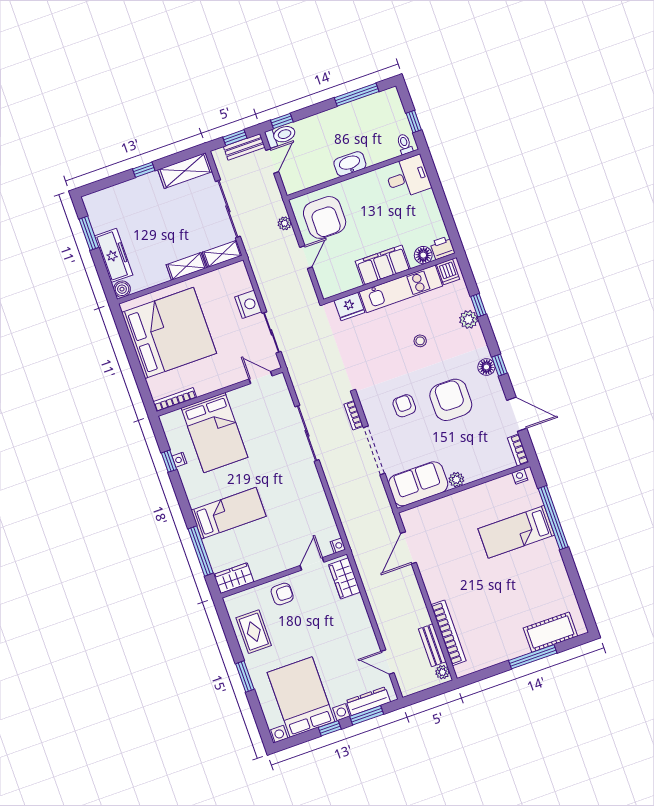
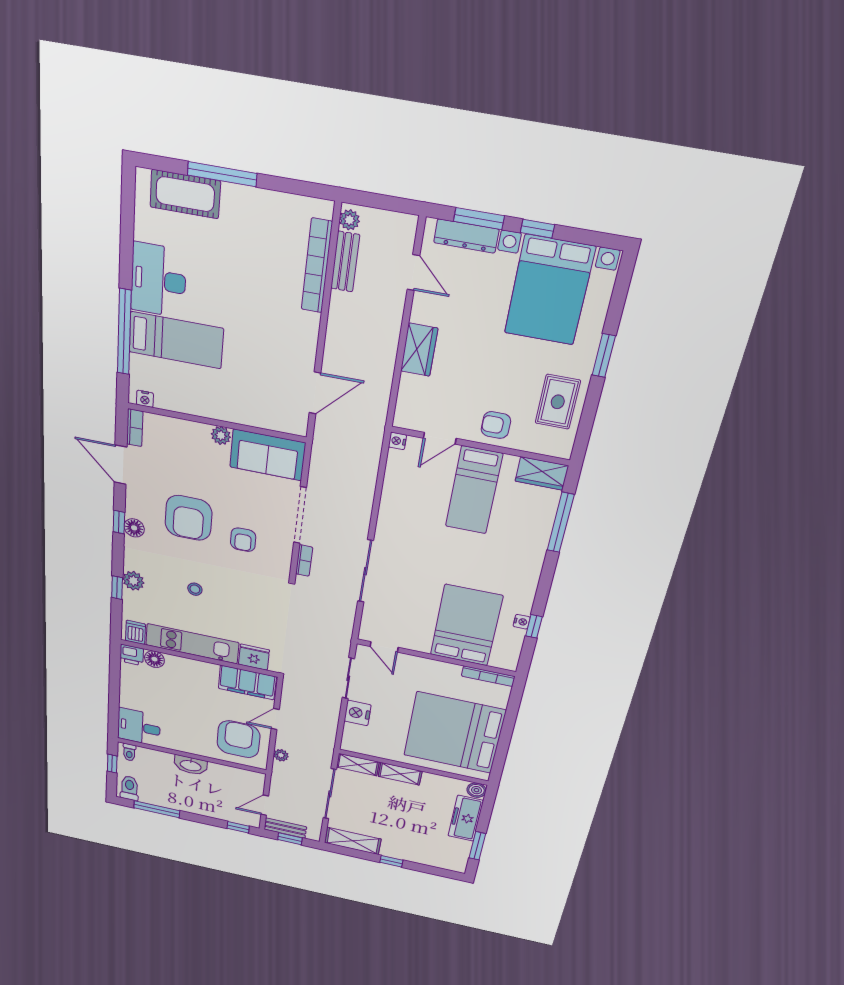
toilet: (281, 135) -> (129, 788), moved, turned 90
filing cabinet: (383, 265) -> (247, 682), moved
bed: (229, 513) -> (474, 490), moved, turned -90
desk: (545, 567) -> (158, 280), added
wardrobe: (345, 578) -> (419, 350), moved

